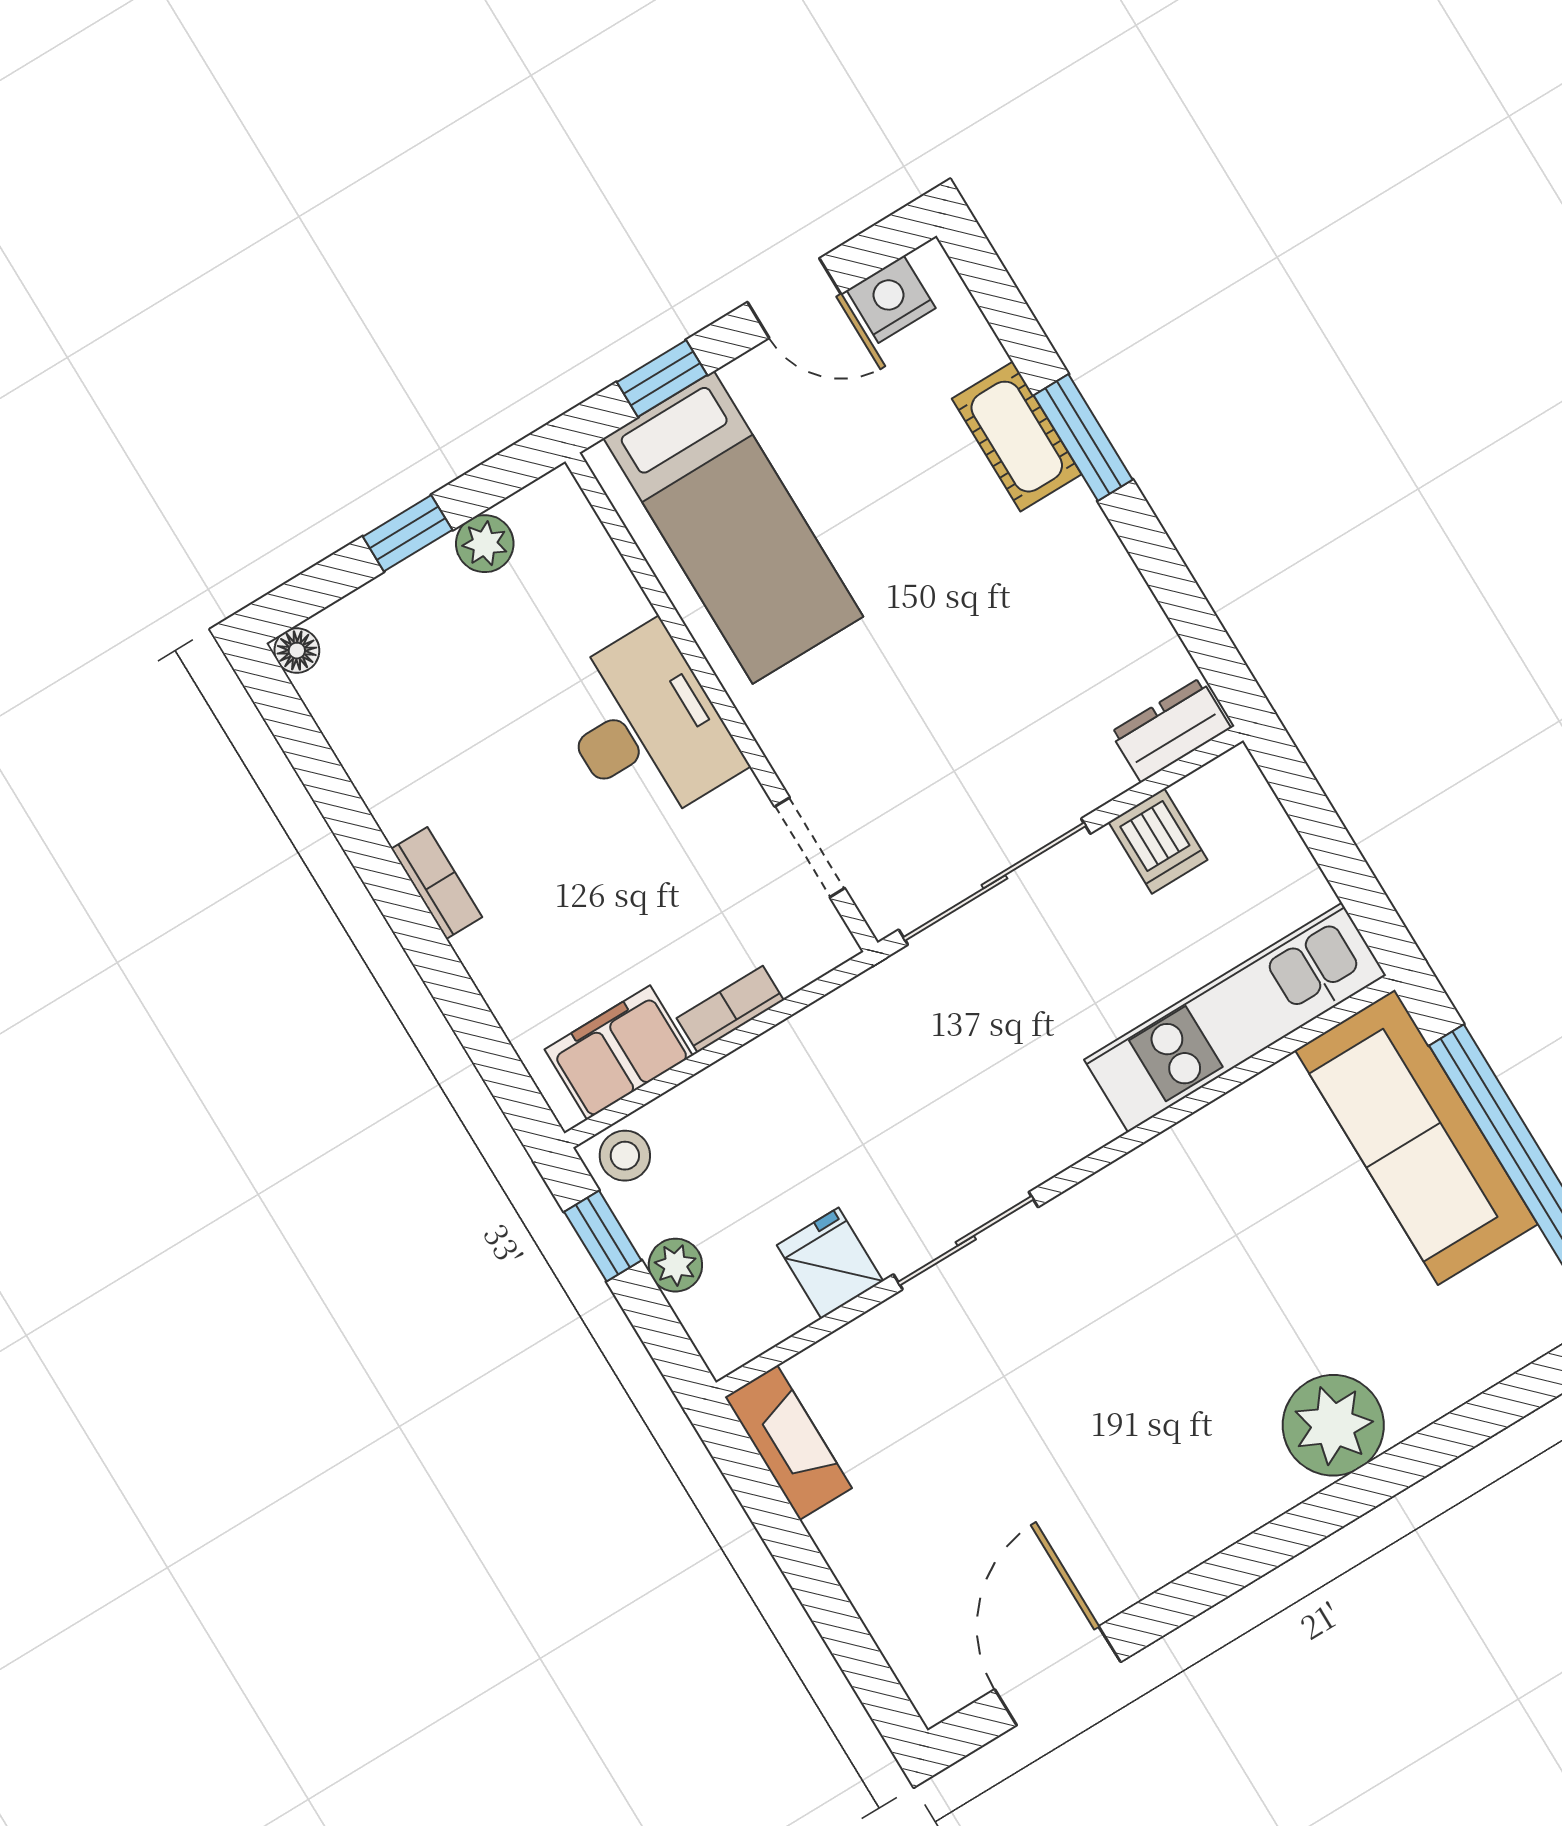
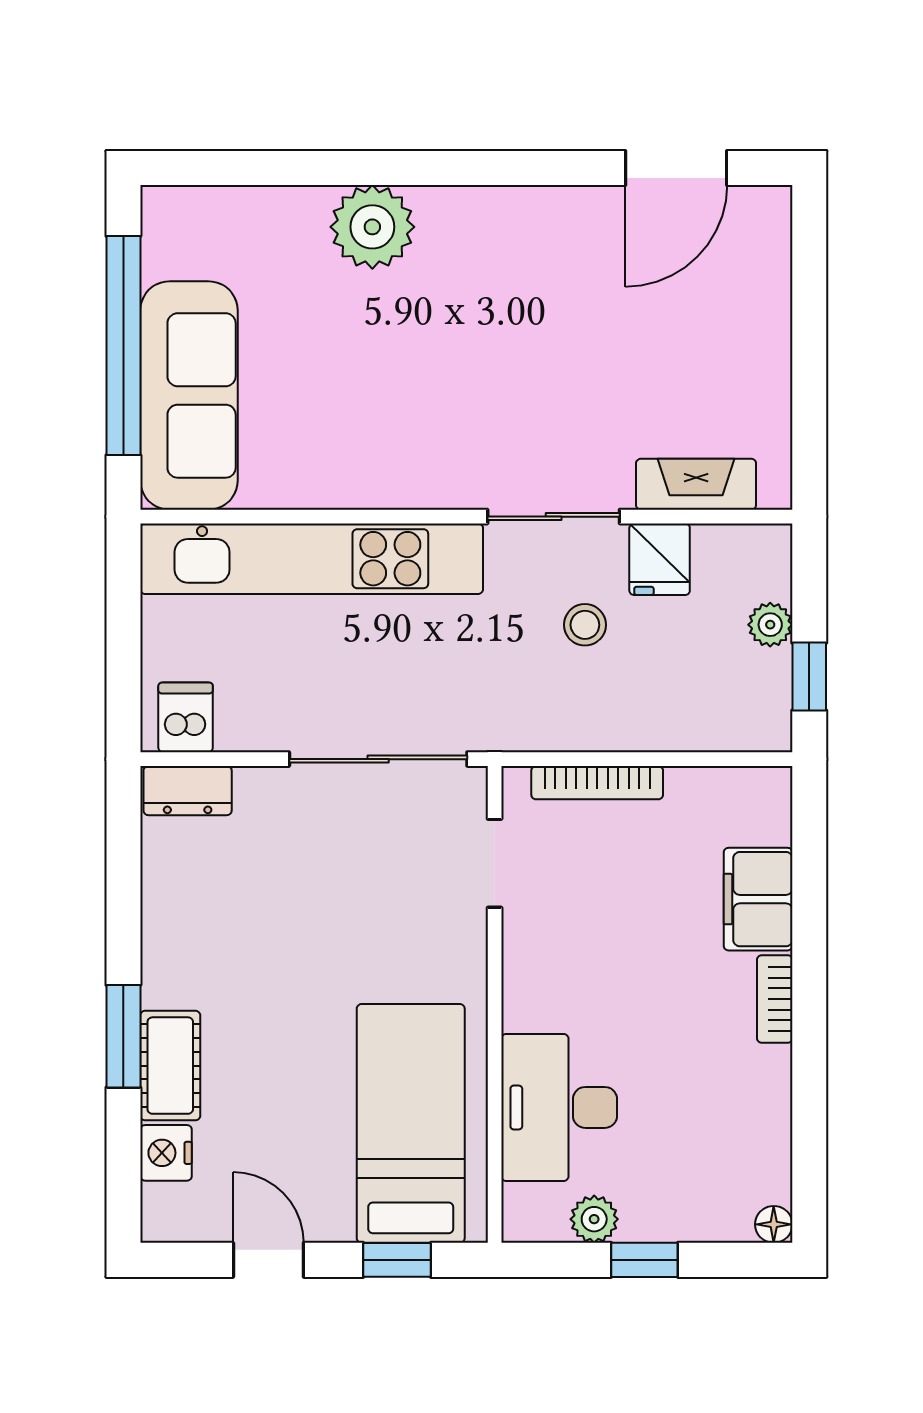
nightstand: (891, 299) -> (166, 1153), moved, turned 90
desk: (646, 727) -> (559, 1107), moved
dishwasher: (1158, 841) -> (186, 717), moved
bookcase: (730, 1009) -> (597, 783), width x1.56
kitchen unit: (1235, 1018) -> (312, 559), width x1.36
filing cabinet: (619, 1052) -> (758, 899), moved, turned 90
stool: (625, 1156) -> (585, 625), moved
fireplace: (788, 1443) -> (696, 484), moved, turned 90

